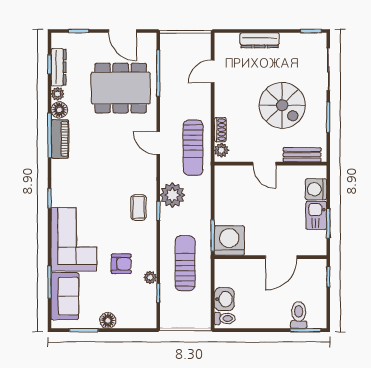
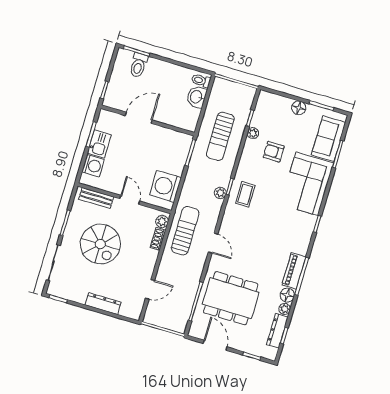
spiral stairs: (282, 105) -> (100, 244), turned 180
plant: (172, 195) -> (220, 193), width x0.53, depth x0.53
washing machine: (229, 240) -> (165, 186), moved, turned 90

